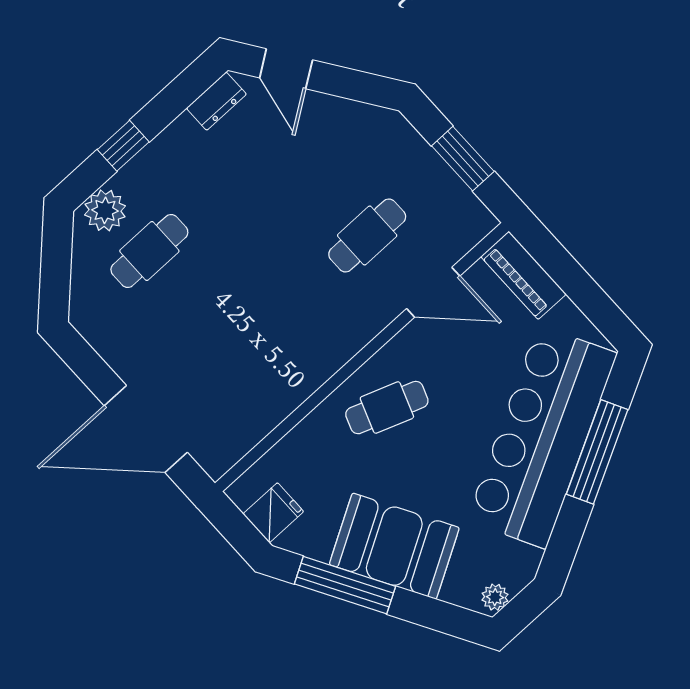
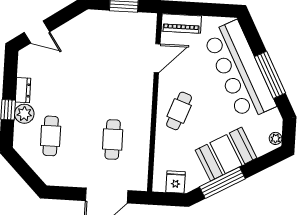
dresser: (216, 101) -> (23, 90), moved
plant: (105, 210) -> (24, 114), moved
cafe table: (367, 236) -> (113, 139), moved
window: (597, 452) -> (270, 75), moved

